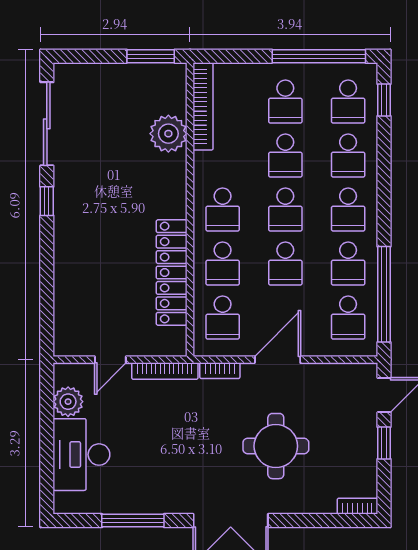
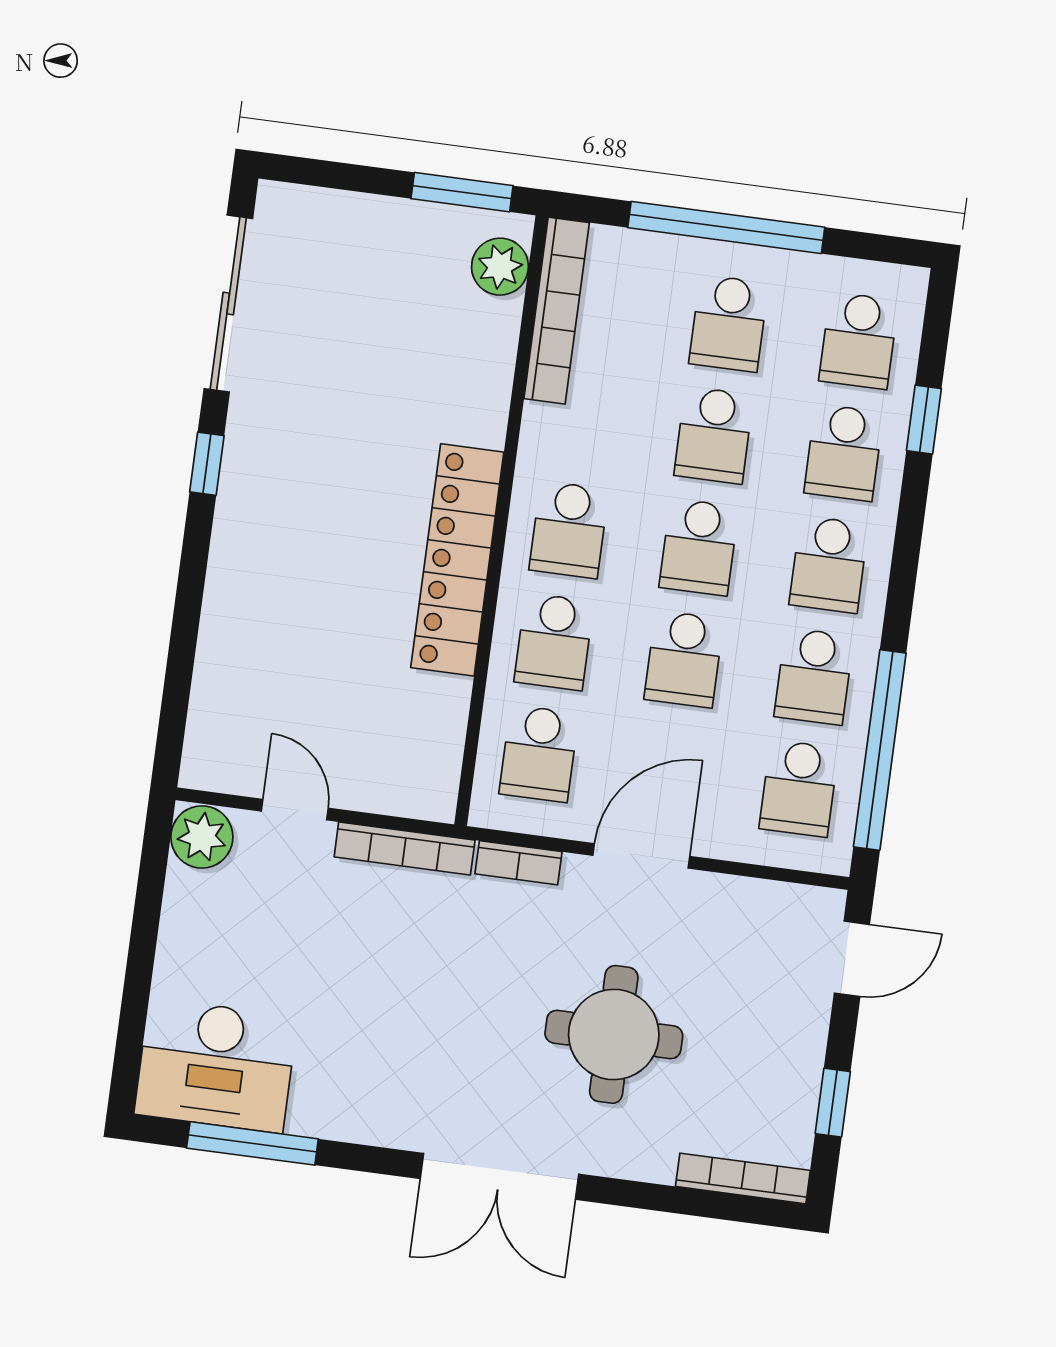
window: (319, 56) -> (726, 227), moved
window: (384, 100) -> (924, 420), moved
plant: (168, 134) -> (500, 267), moved, width x0.73, depth x0.73
locker: (172, 272) -> (457, 560), moved
door: (110, 360) -> (295, 810), swing flipped
plant: (68, 402) -> (202, 837), moved
window: (384, 443) -> (833, 1103), moved
desk: (81, 455) -> (216, 1066), moved, turned -90
bookcase: (357, 506) -> (743, 1178), width x1.56
window: (133, 521) -> (252, 1143), moved

